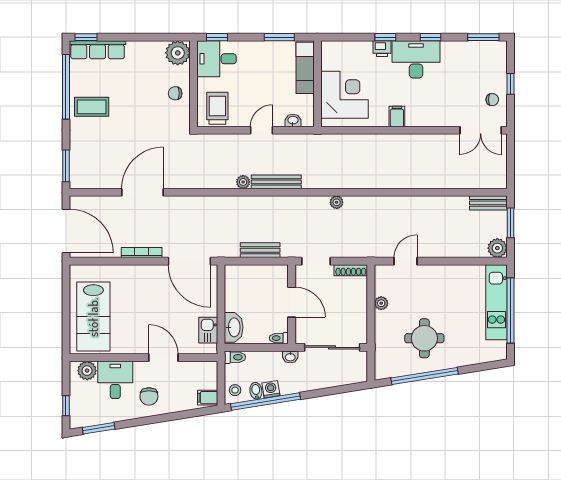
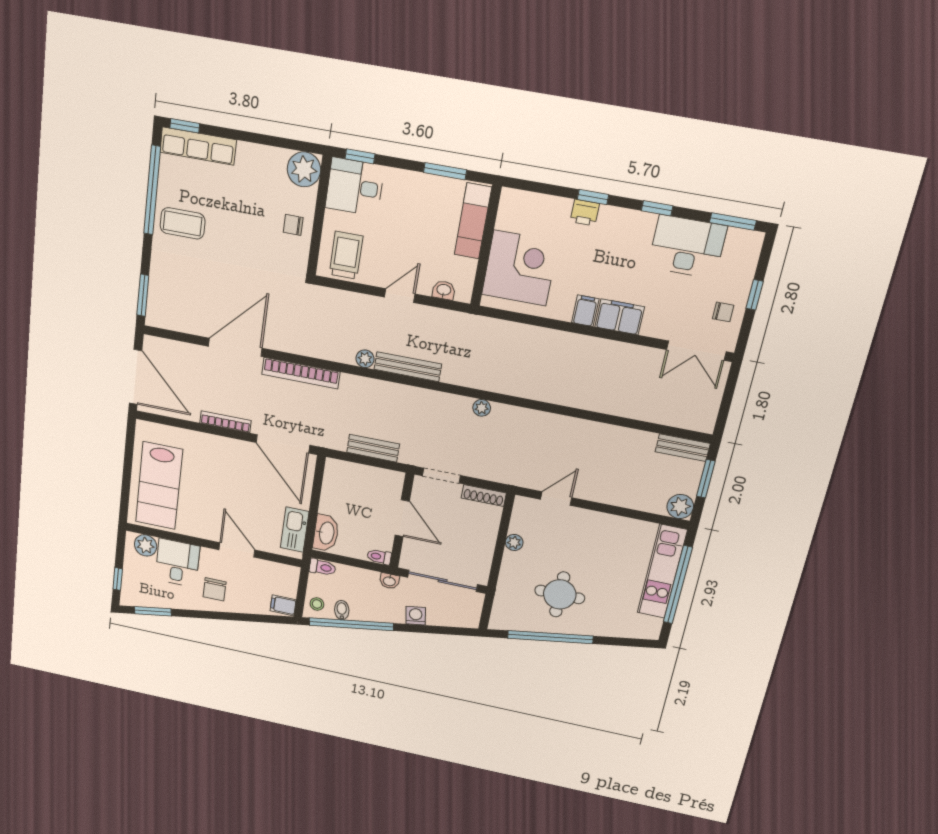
desk: (416, 59) -> (687, 247), moved
filing cabinet: (422, 116) -> (620, 317), added
bookcase: (196, 203) -> (301, 373), added
kitchen sink: (208, 330) -> (295, 530), width x1.38
washing machine: (271, 389) -> (416, 616), moved

